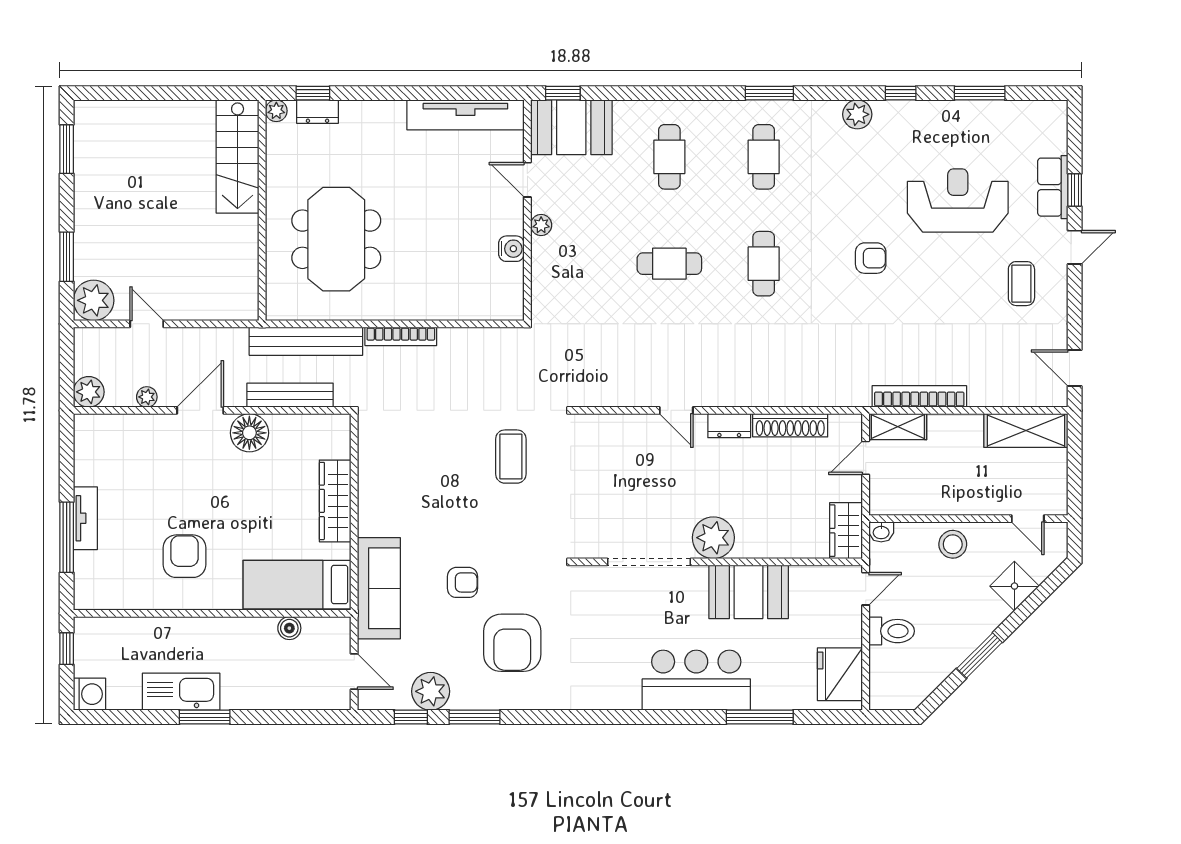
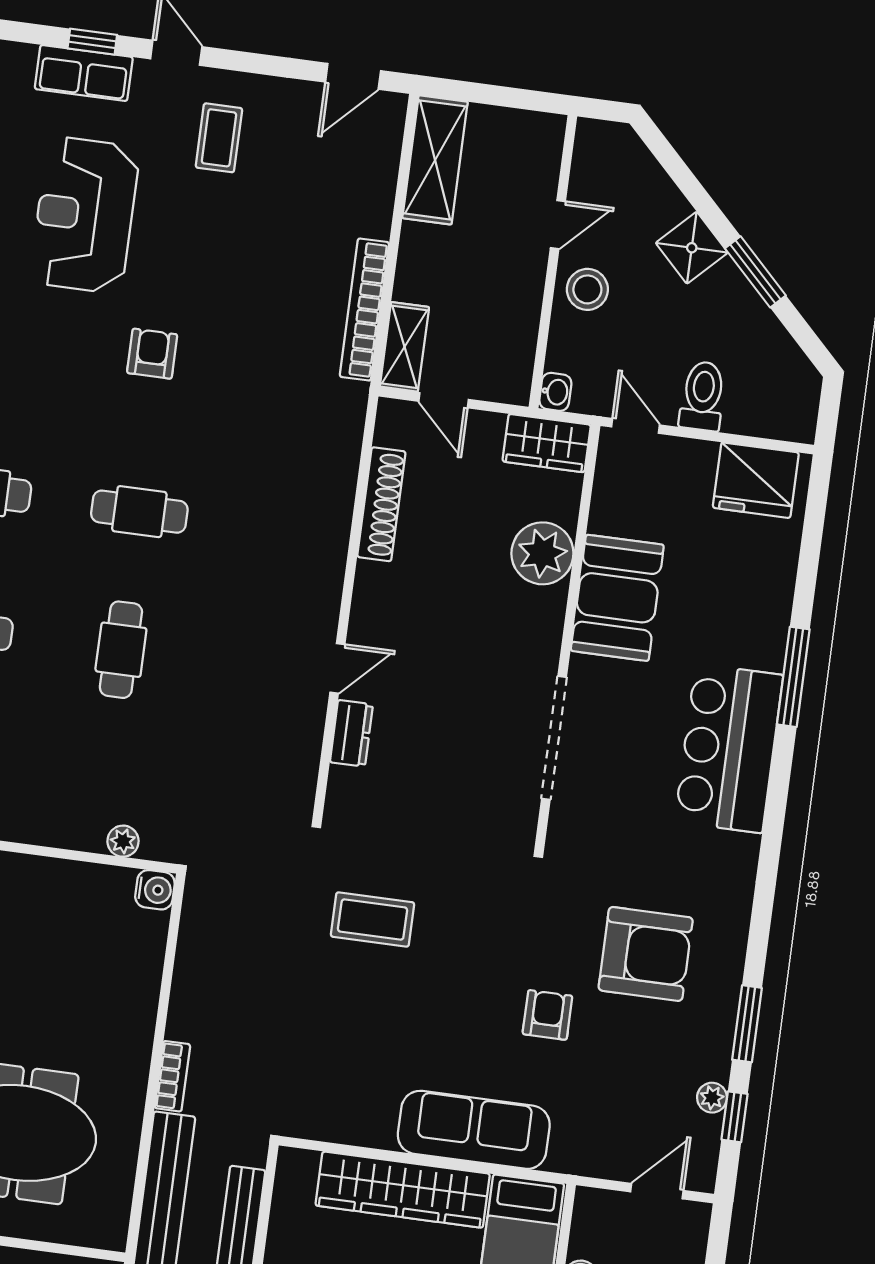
plant: (541, 225) -> (123, 841), moved
water cooler: (511, 249) -> (155, 890), moved, turned 90
coffee table: (1021, 284) -> (219, 138), turned 90
bookcase: (401, 336) -> (172, 1076), width x0.64
dresser: (729, 426) -> (351, 733), moved
wardrobe: (335, 501) -> (403, 1190), width x1.40, depth x1.17
door: (1028, 519) -> (558, 225), moved
plant: (713, 538) -> (542, 553), moved
shower: (1014, 586) -> (692, 248), moved
sofa: (379, 588) -> (474, 1130), moved
bar counter: (696, 680) -> (729, 748), moved
plant: (431, 691) -> (712, 1098), width x0.53, depth x0.53
window: (760, 717) -> (793, 677), moved

